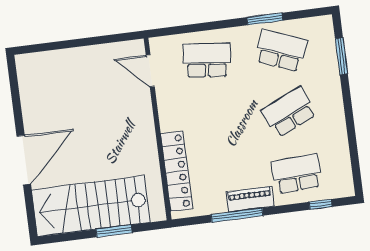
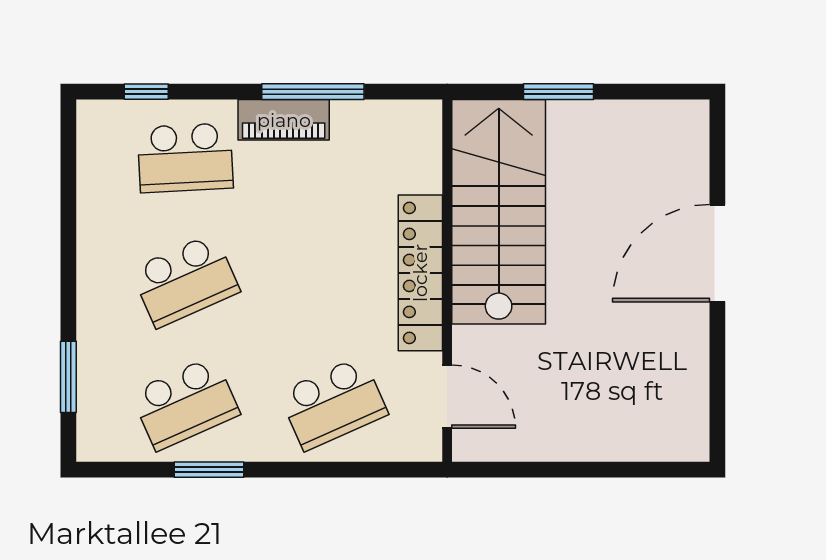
school desk: (281, 51) -> (185, 403), turned -45
school desk: (207, 60) -> (333, 403), turned -30
locker: (177, 171) -> (420, 273), moved
stairs: (91, 206) -> (499, 212), moved, turned -90

